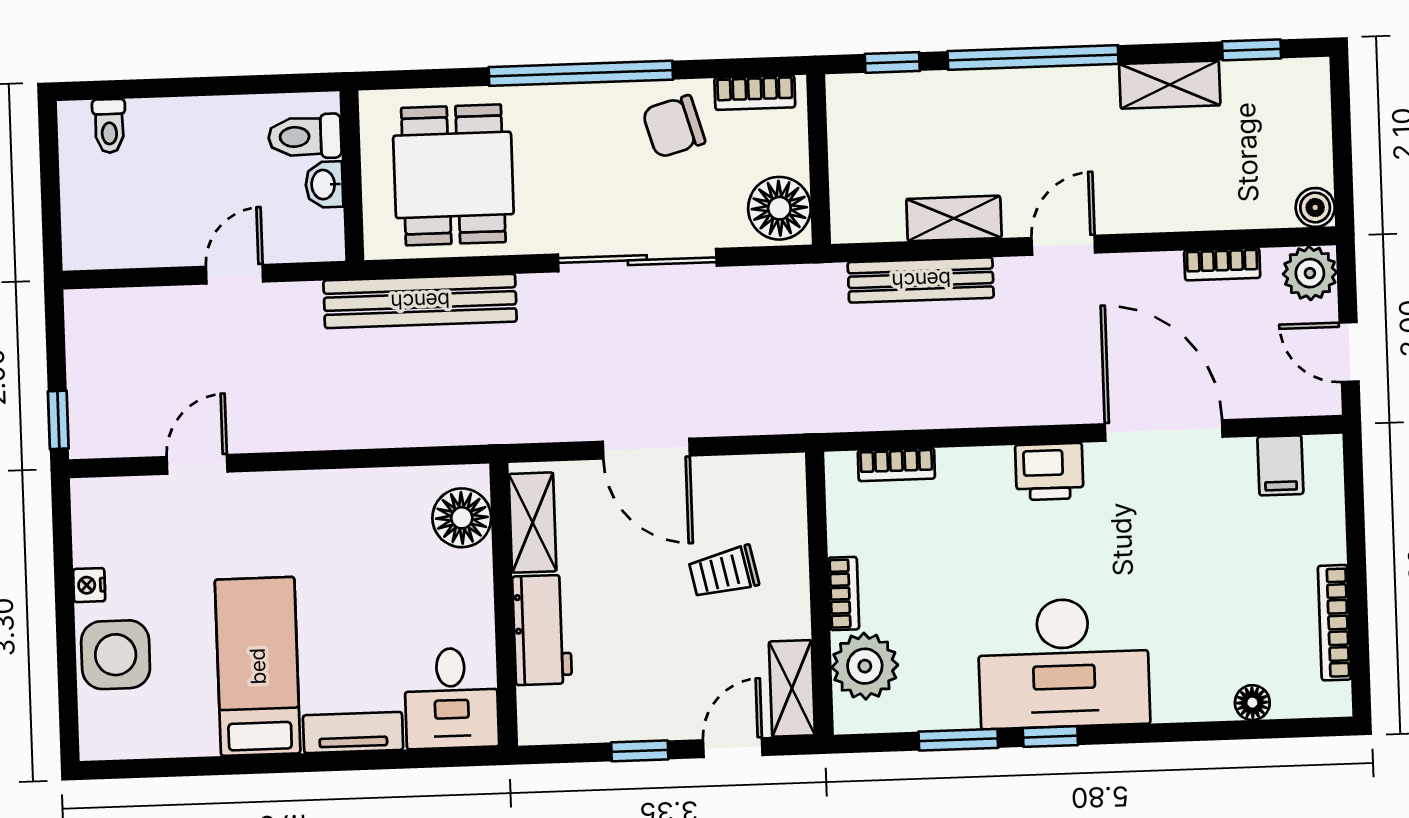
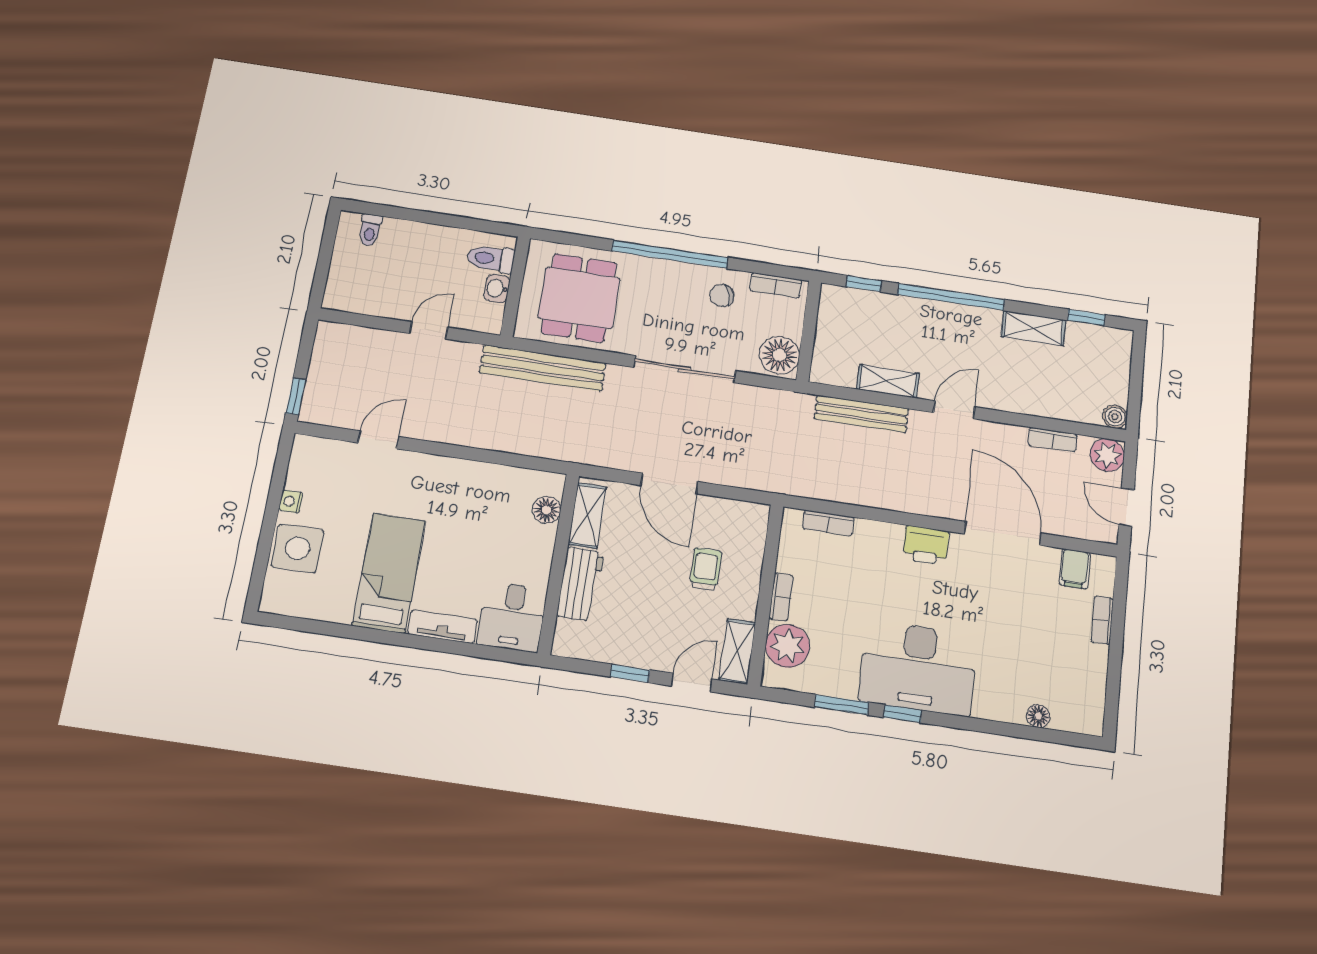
chair: (674, 127) -> (722, 295), width x0.73, depth x0.73
floor lamp: (462, 518) -> (547, 510), width x0.73, depth x0.73
trolley: (724, 572) -> (706, 569), turned 102
bookcase: (1334, 623) -> (1102, 620), moved, width x0.64

